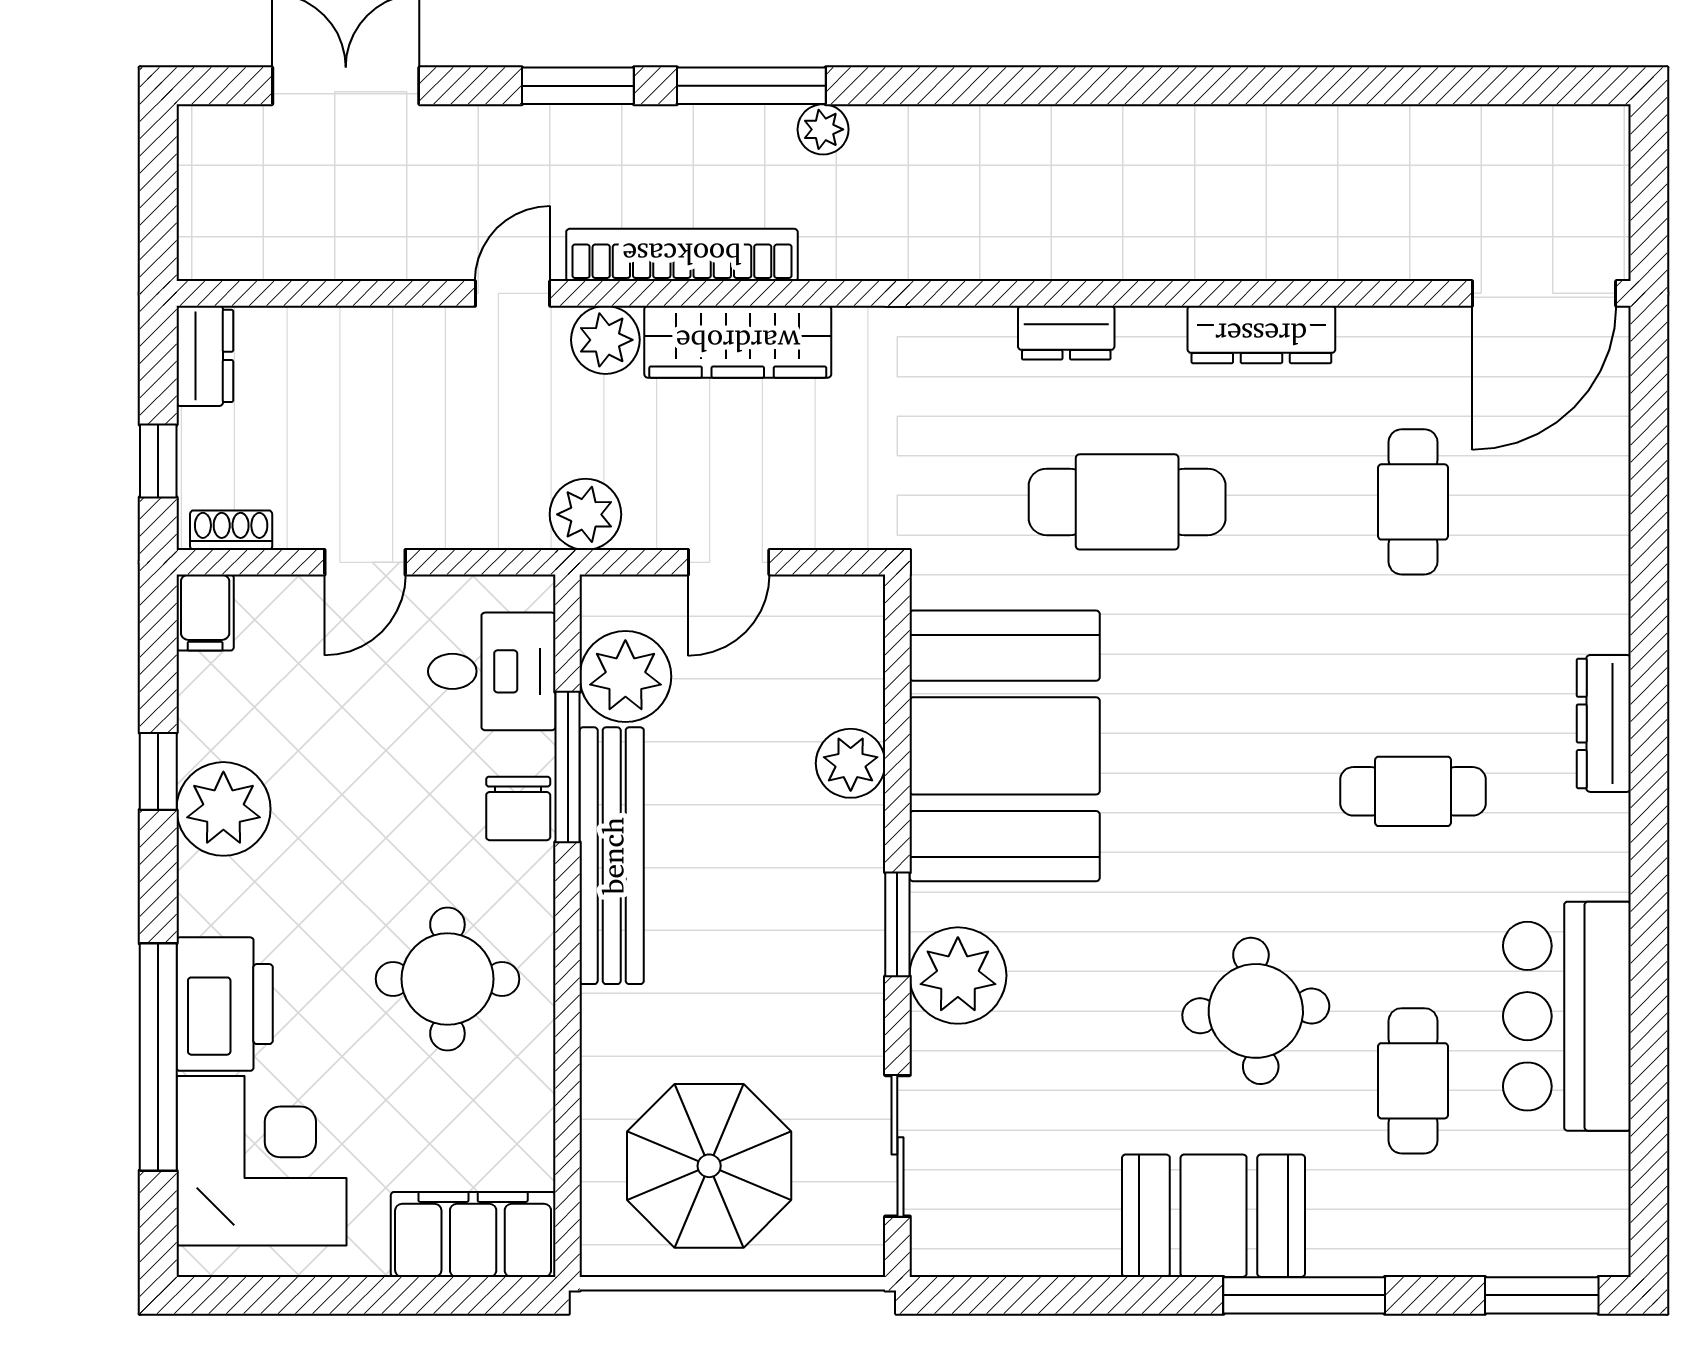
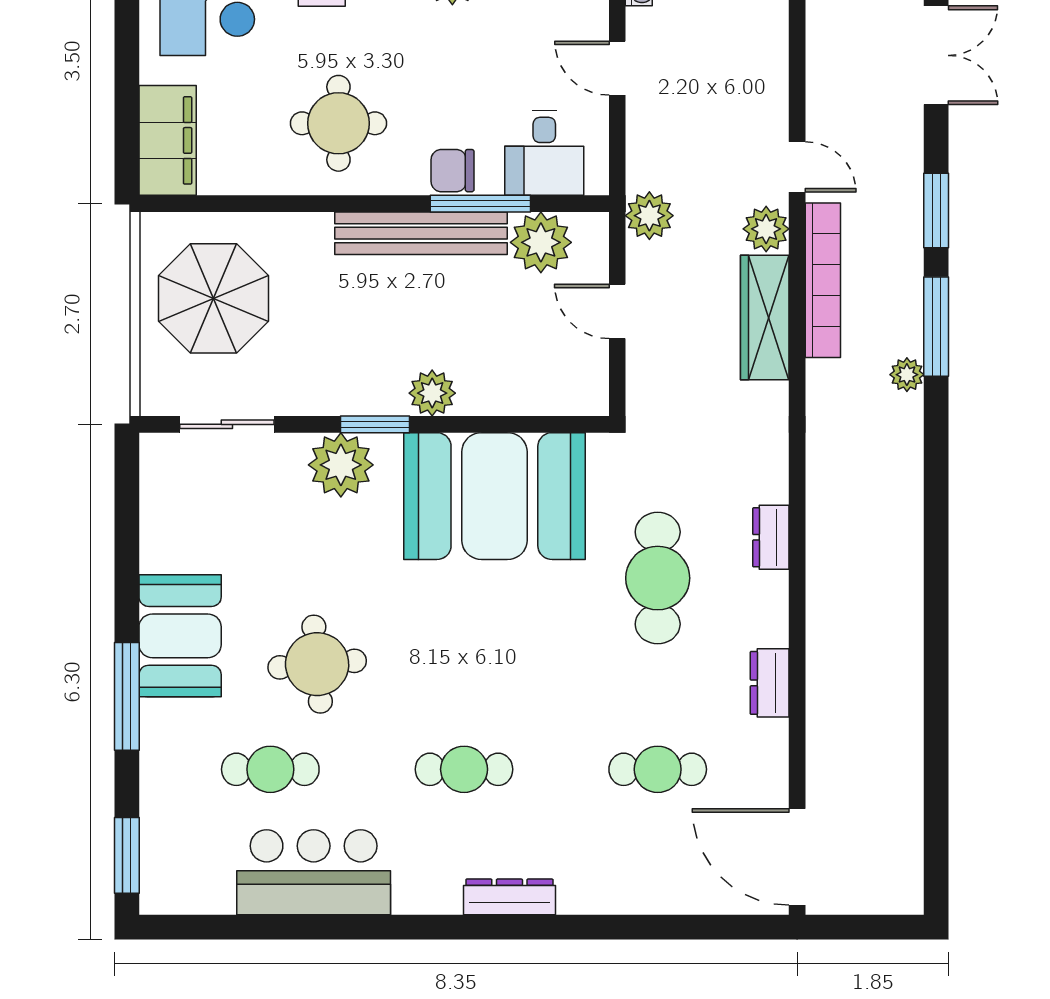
dresser: (1261, 335) -> (770, 683), width x0.70
plant: (851, 763) -> (432, 393), moved
cafe table: (1413, 791) -> (464, 769), turned 90

